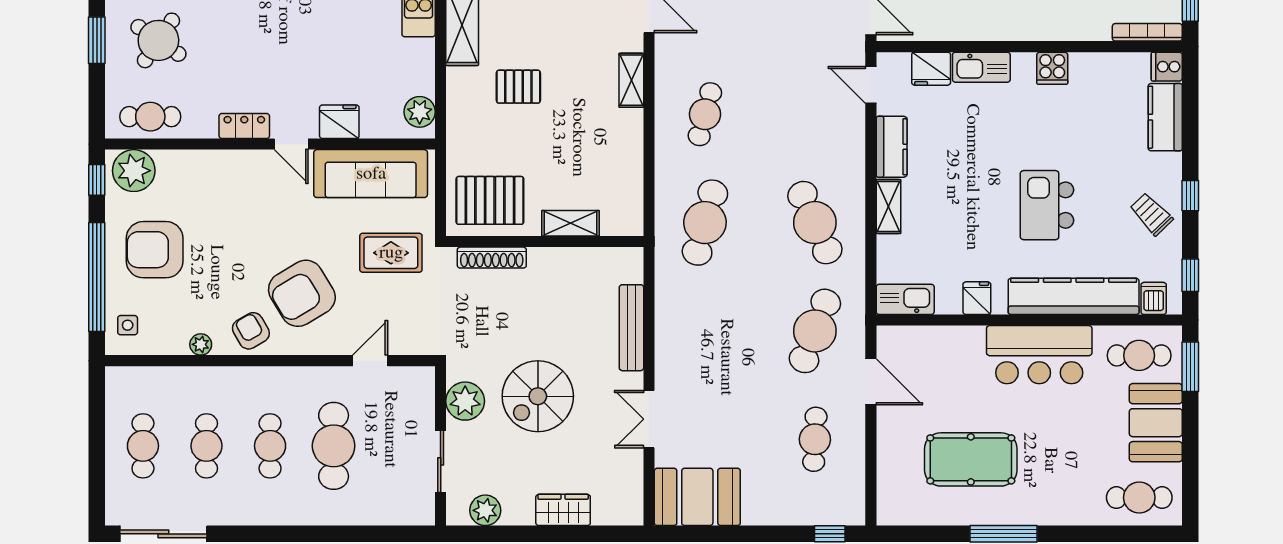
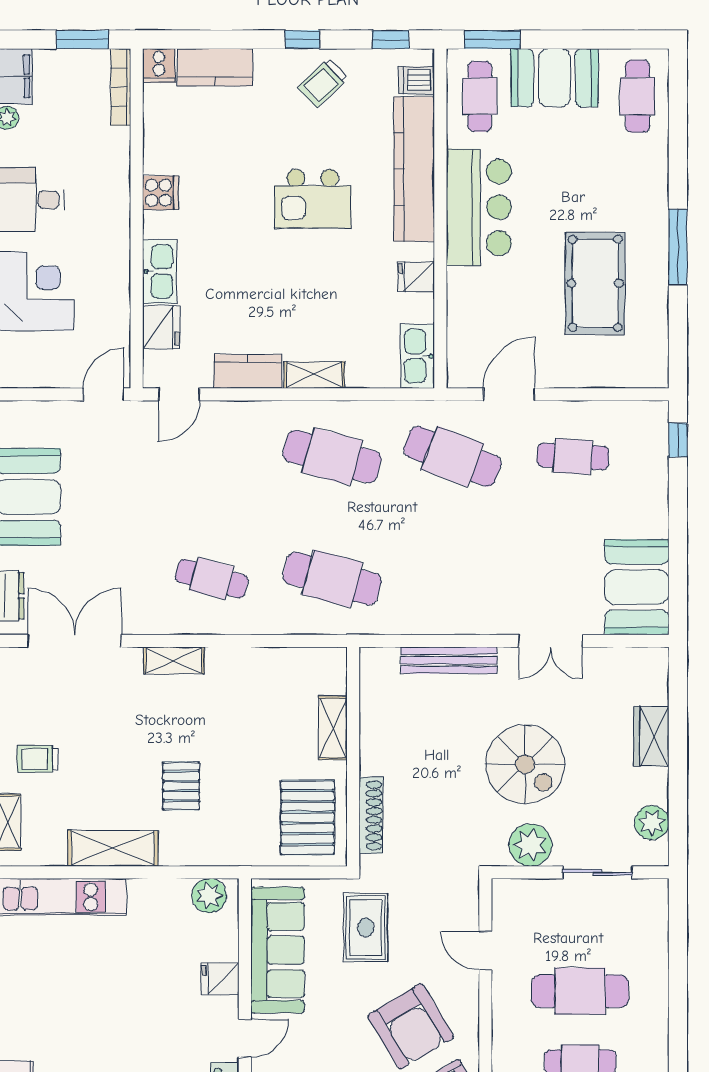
fridge: (339, 122) -> (220, 979), width x0.72
cafe table: (815, 223) -> (332, 457), turned 39

